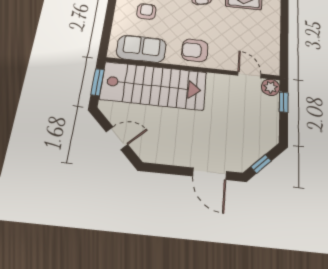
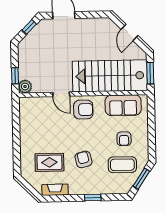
door: (249, 75) -> (61, 94), moved
door: (117, 138) -> (129, 32), hinge flipped

